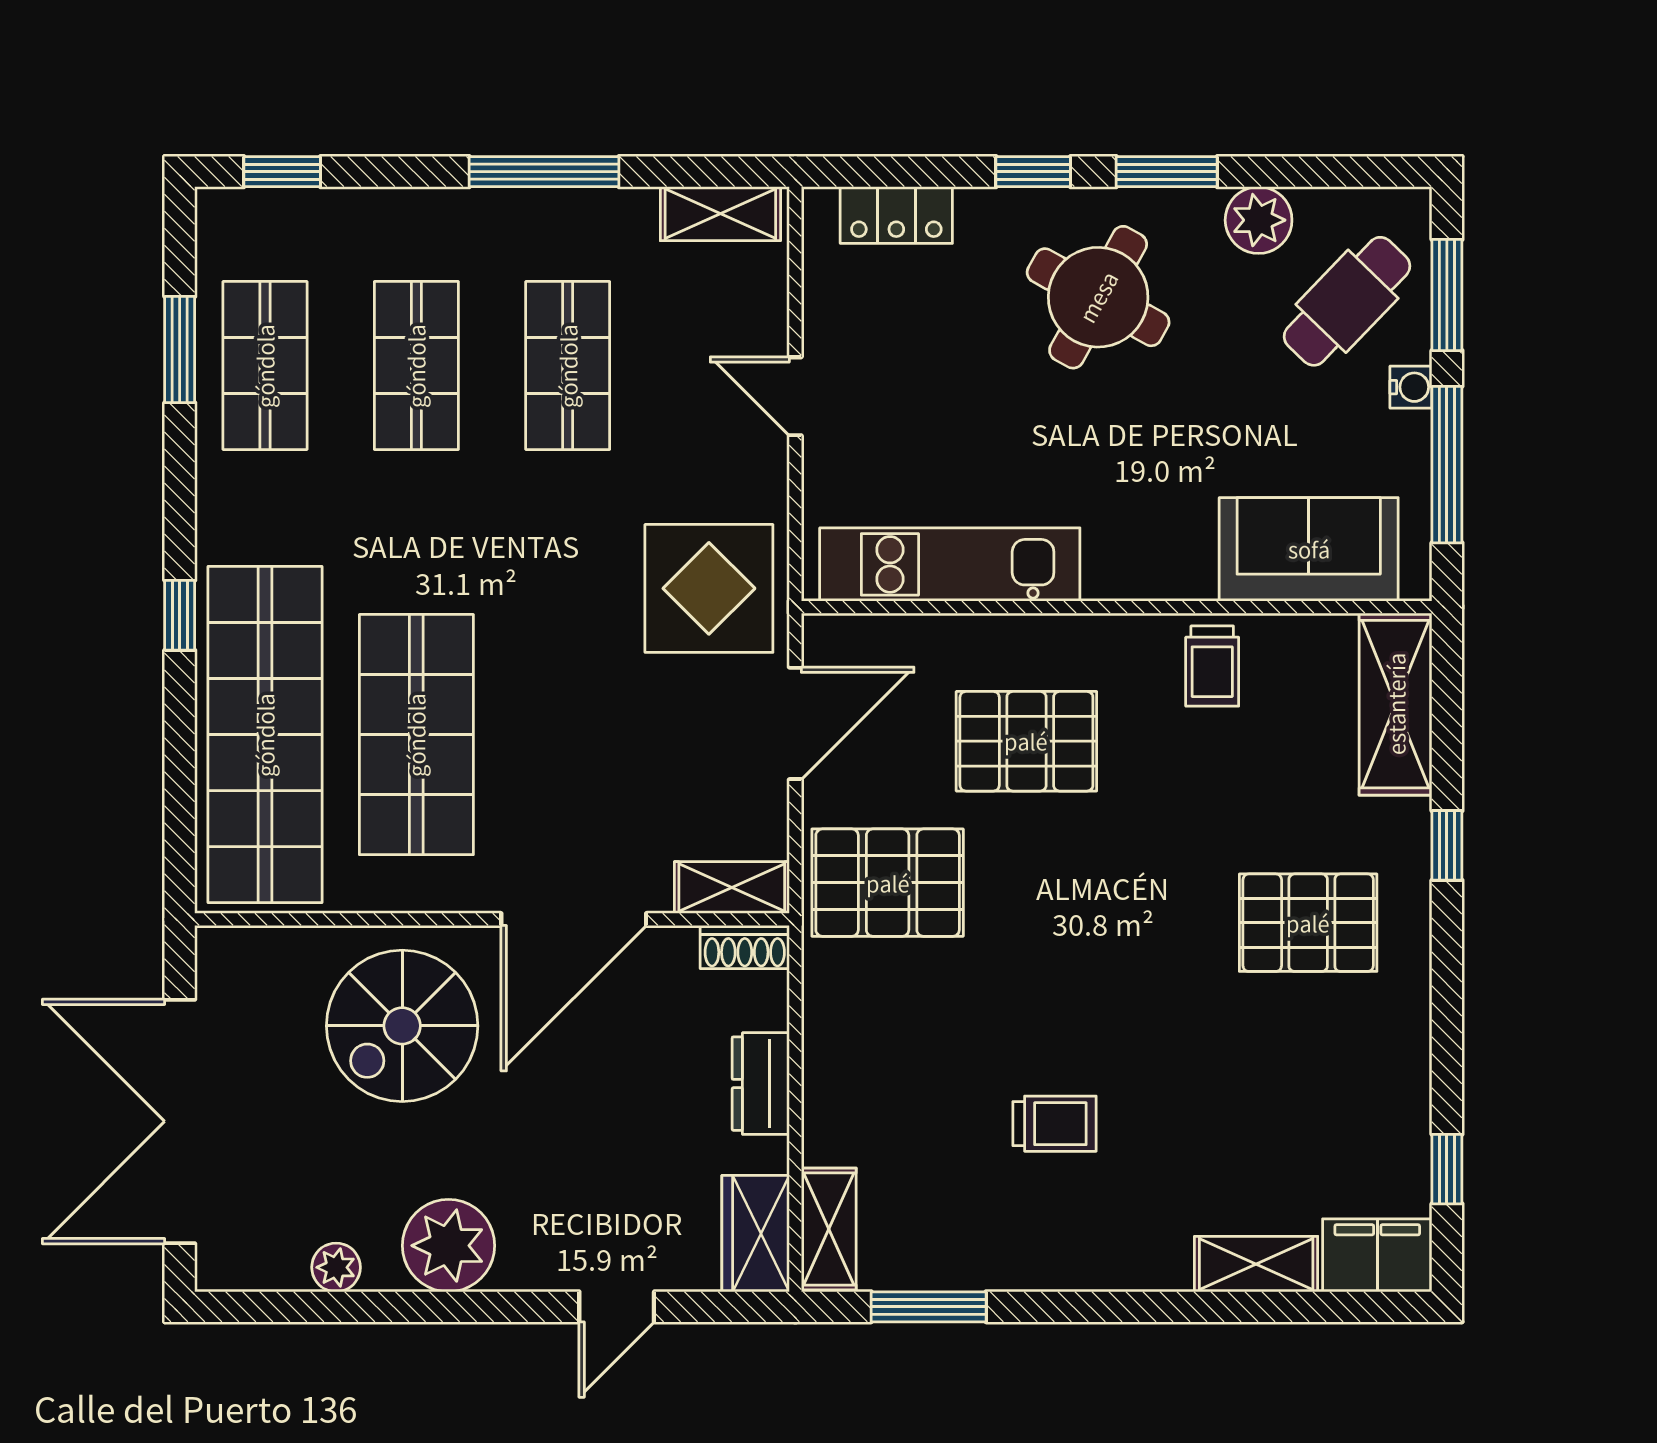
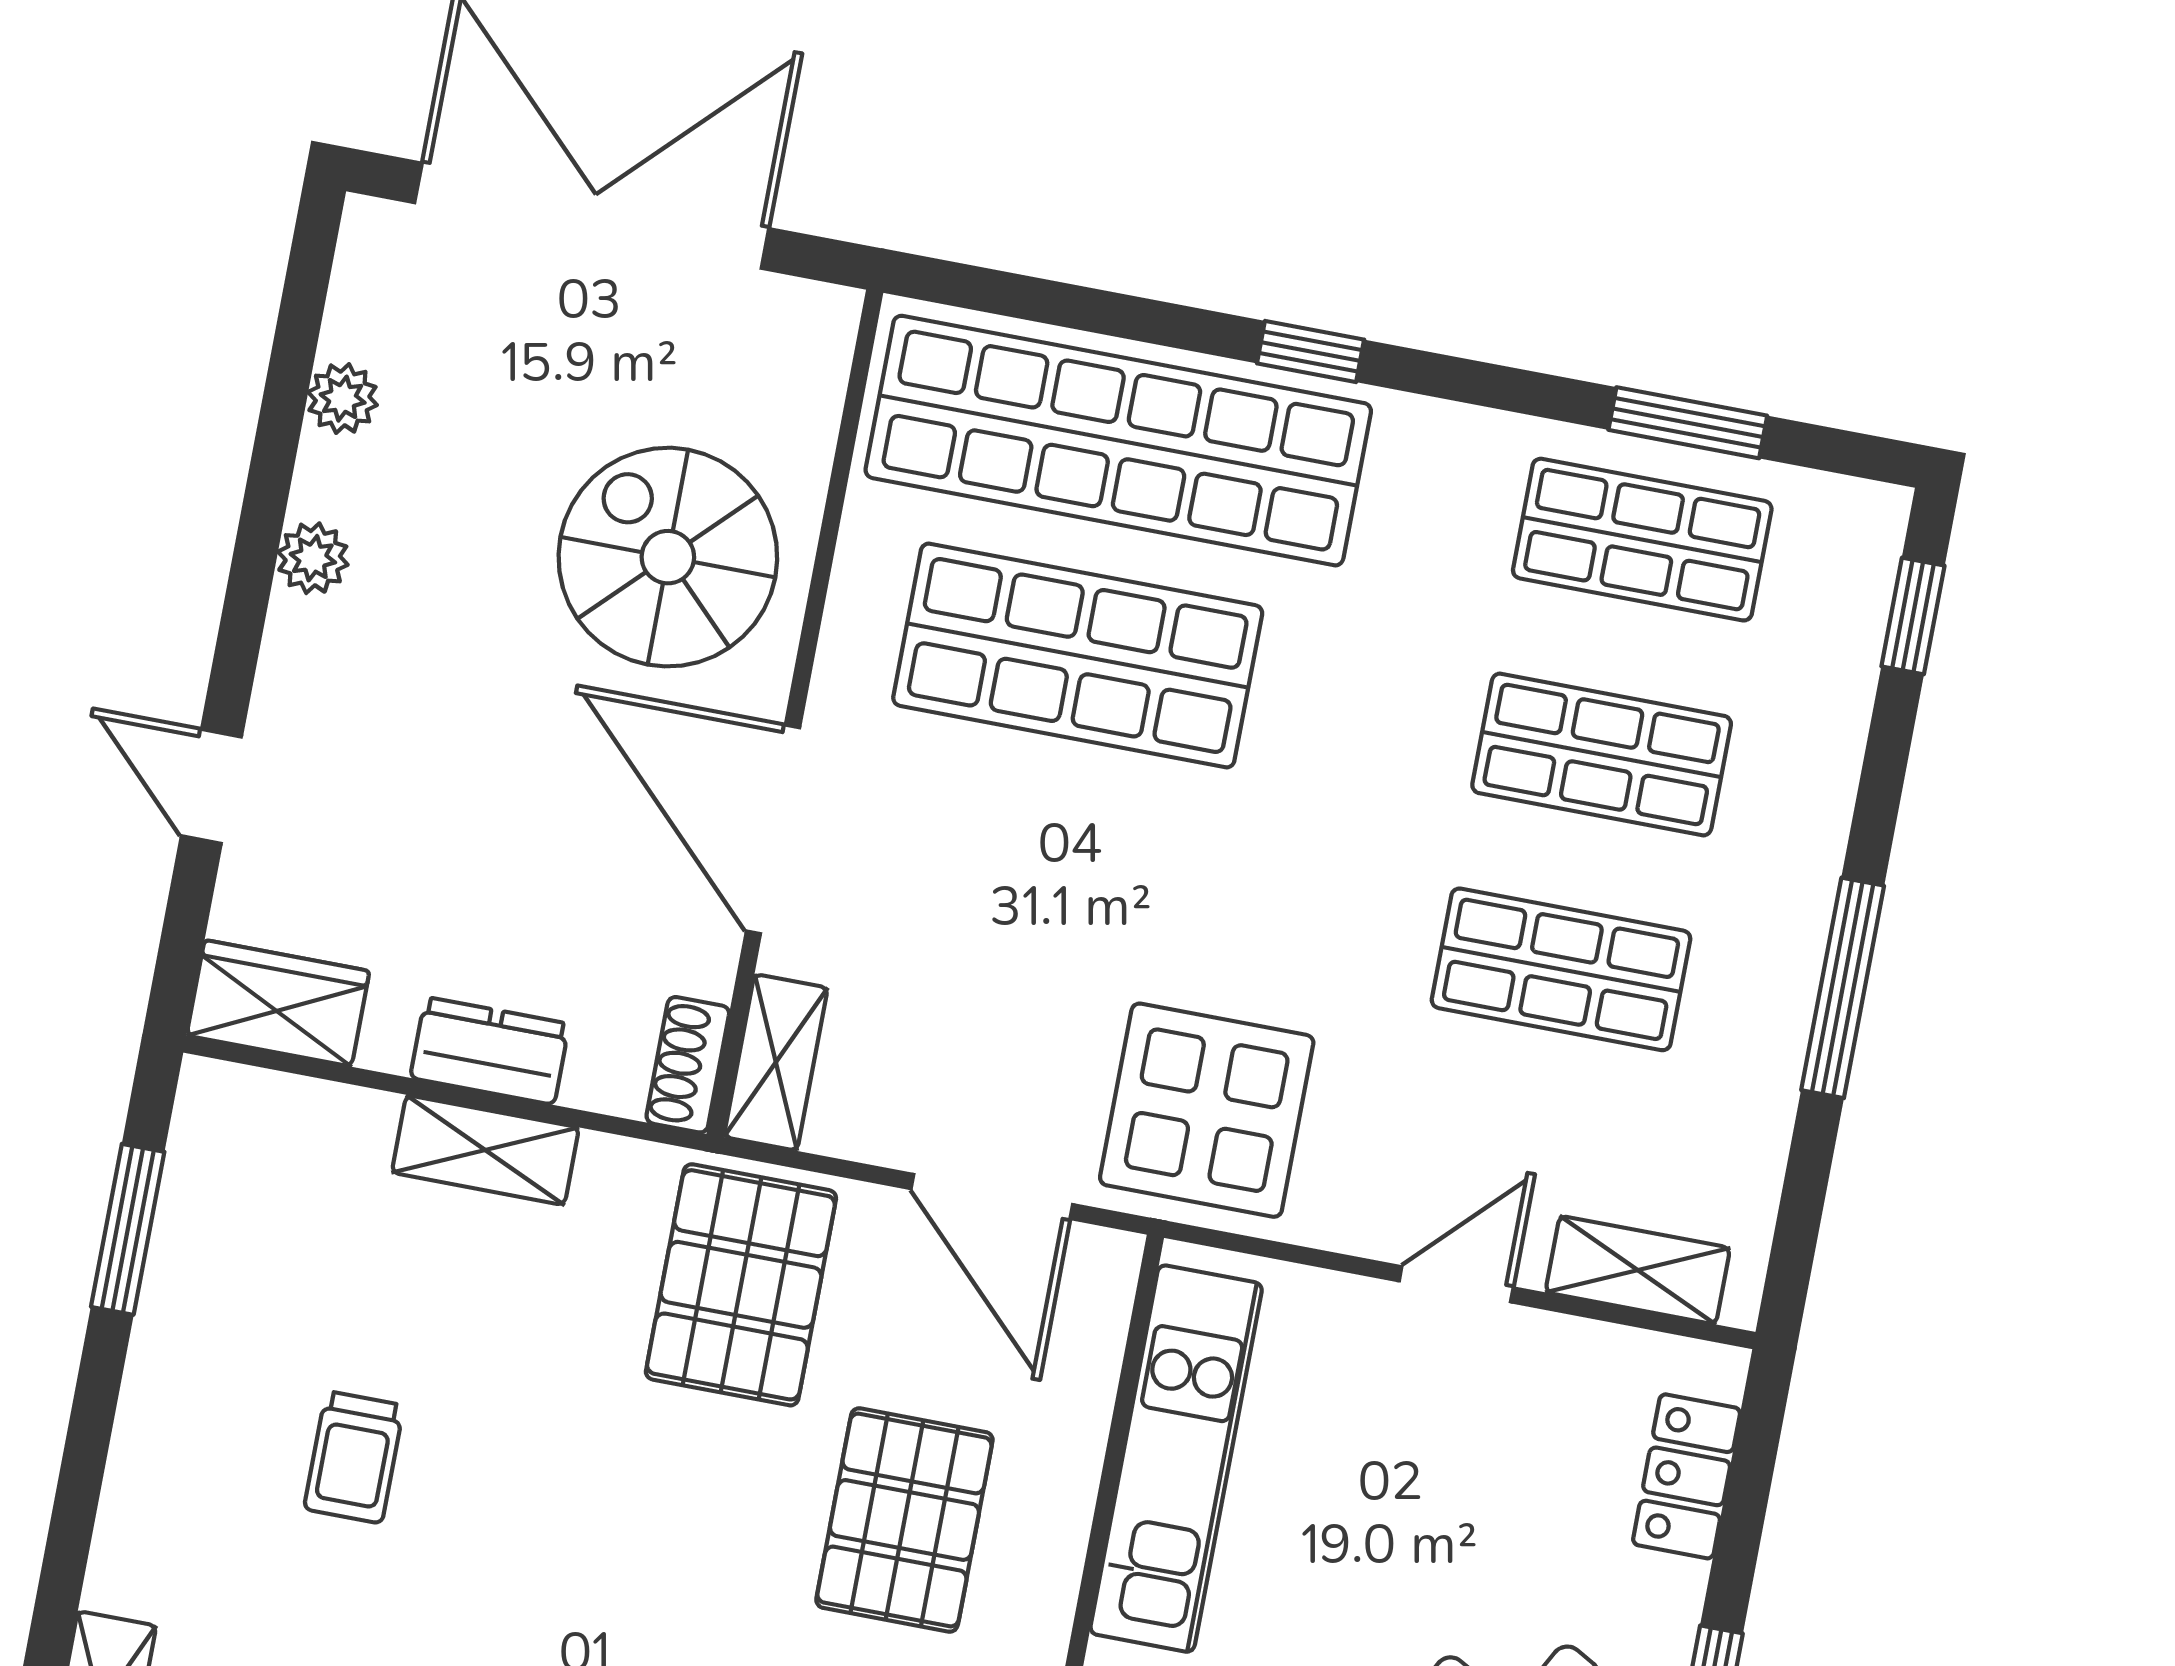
shelving: (720, 214) -> (1638, 1270), moved, turned 90
shelving: (829, 1229) -> (485, 1150), moved
plant: (448, 1246) -> (313, 558), width x0.53, depth x0.53

